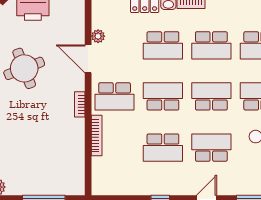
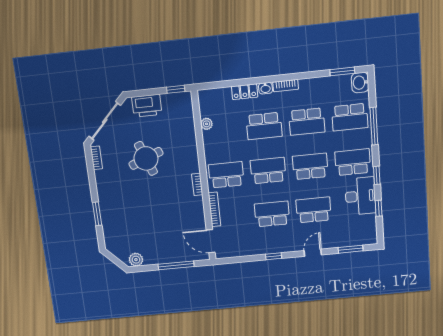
door: (88, 59) -> (211, 241), moved
school desk: (115, 96) -> (226, 175), turned 180
school desk: (163, 148) -> (272, 214), turned 180

